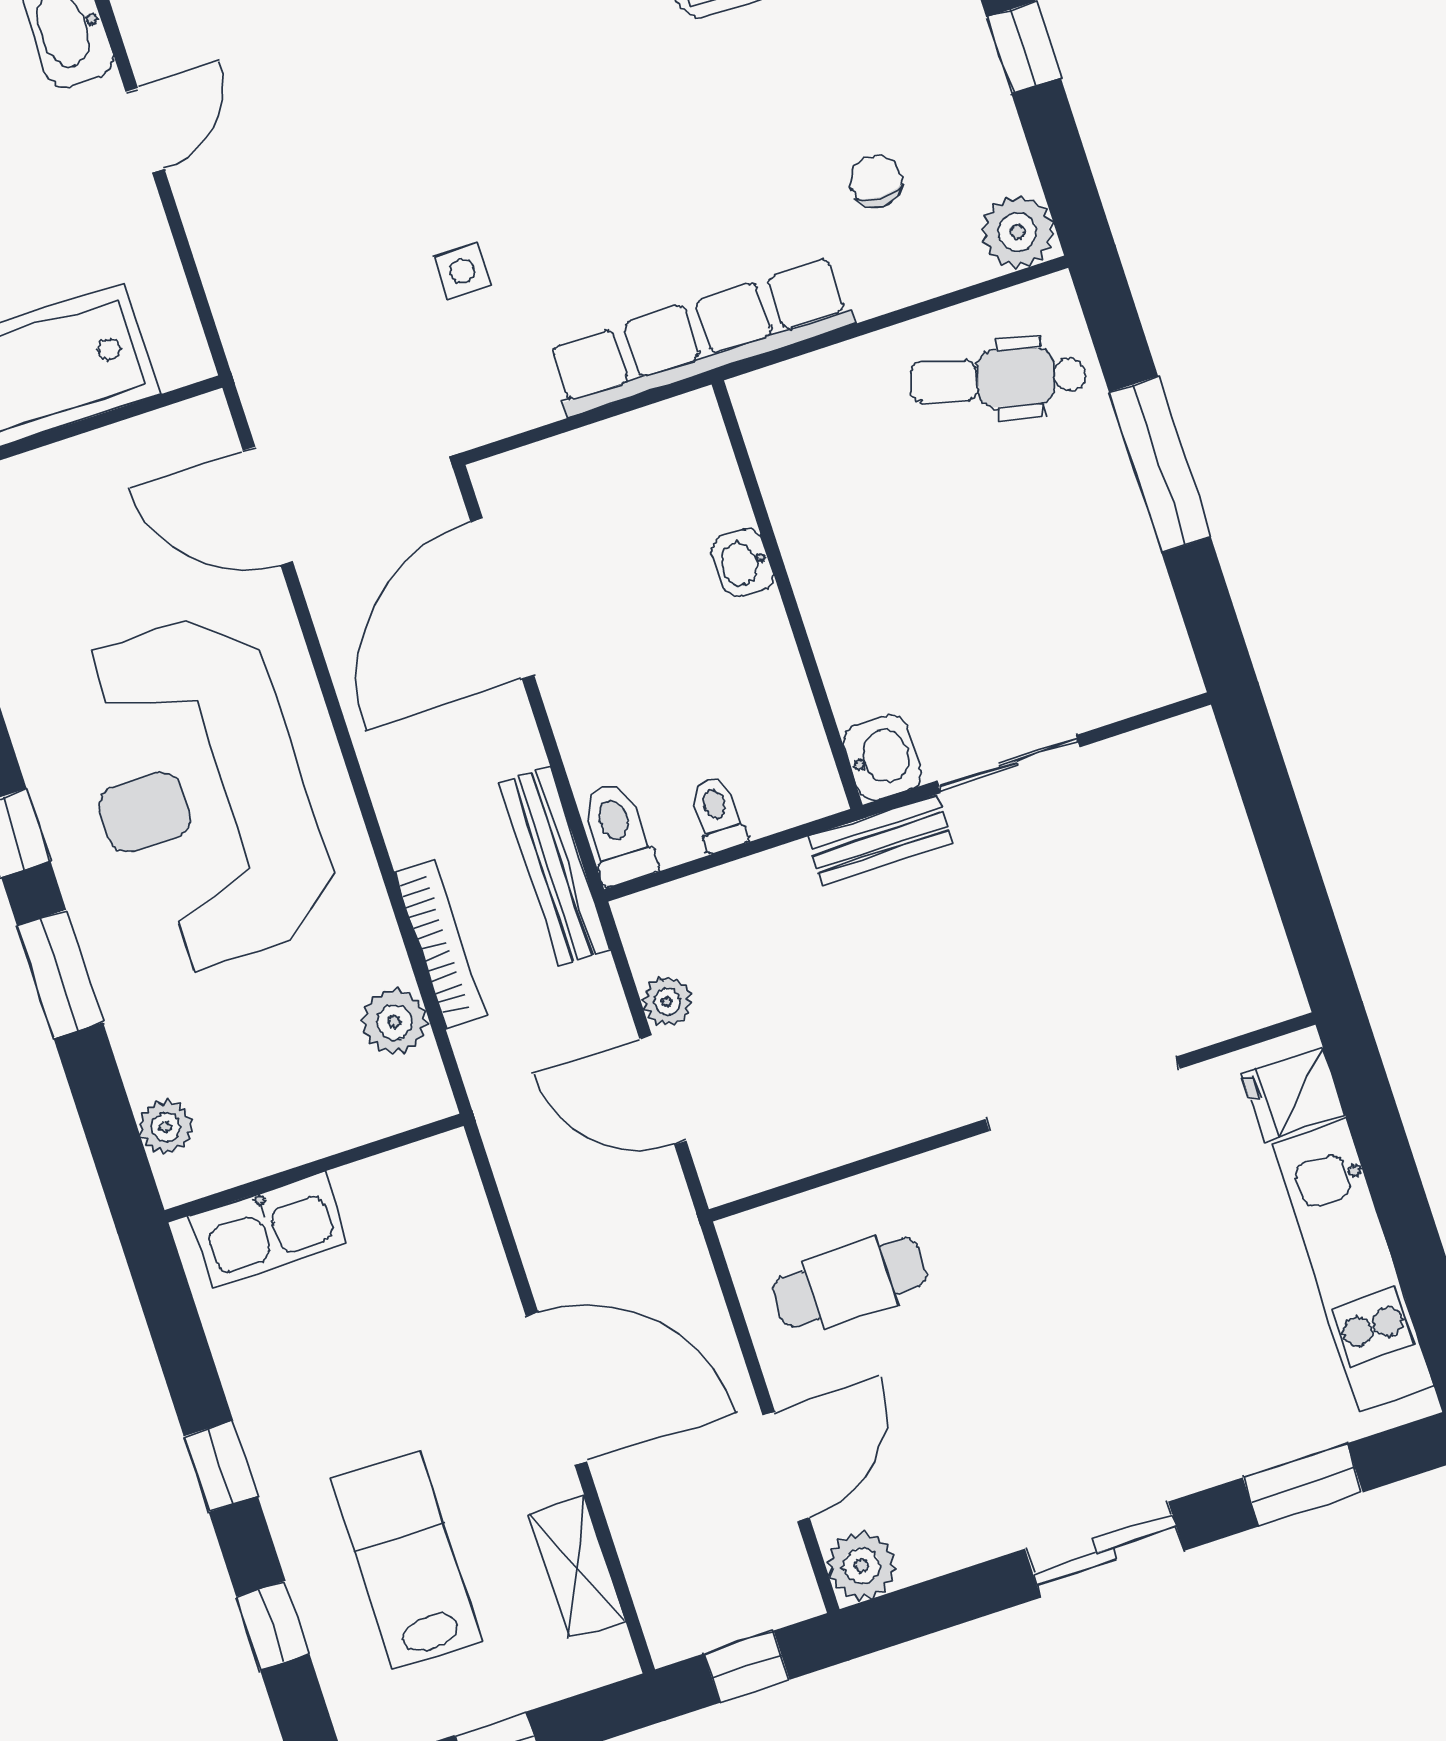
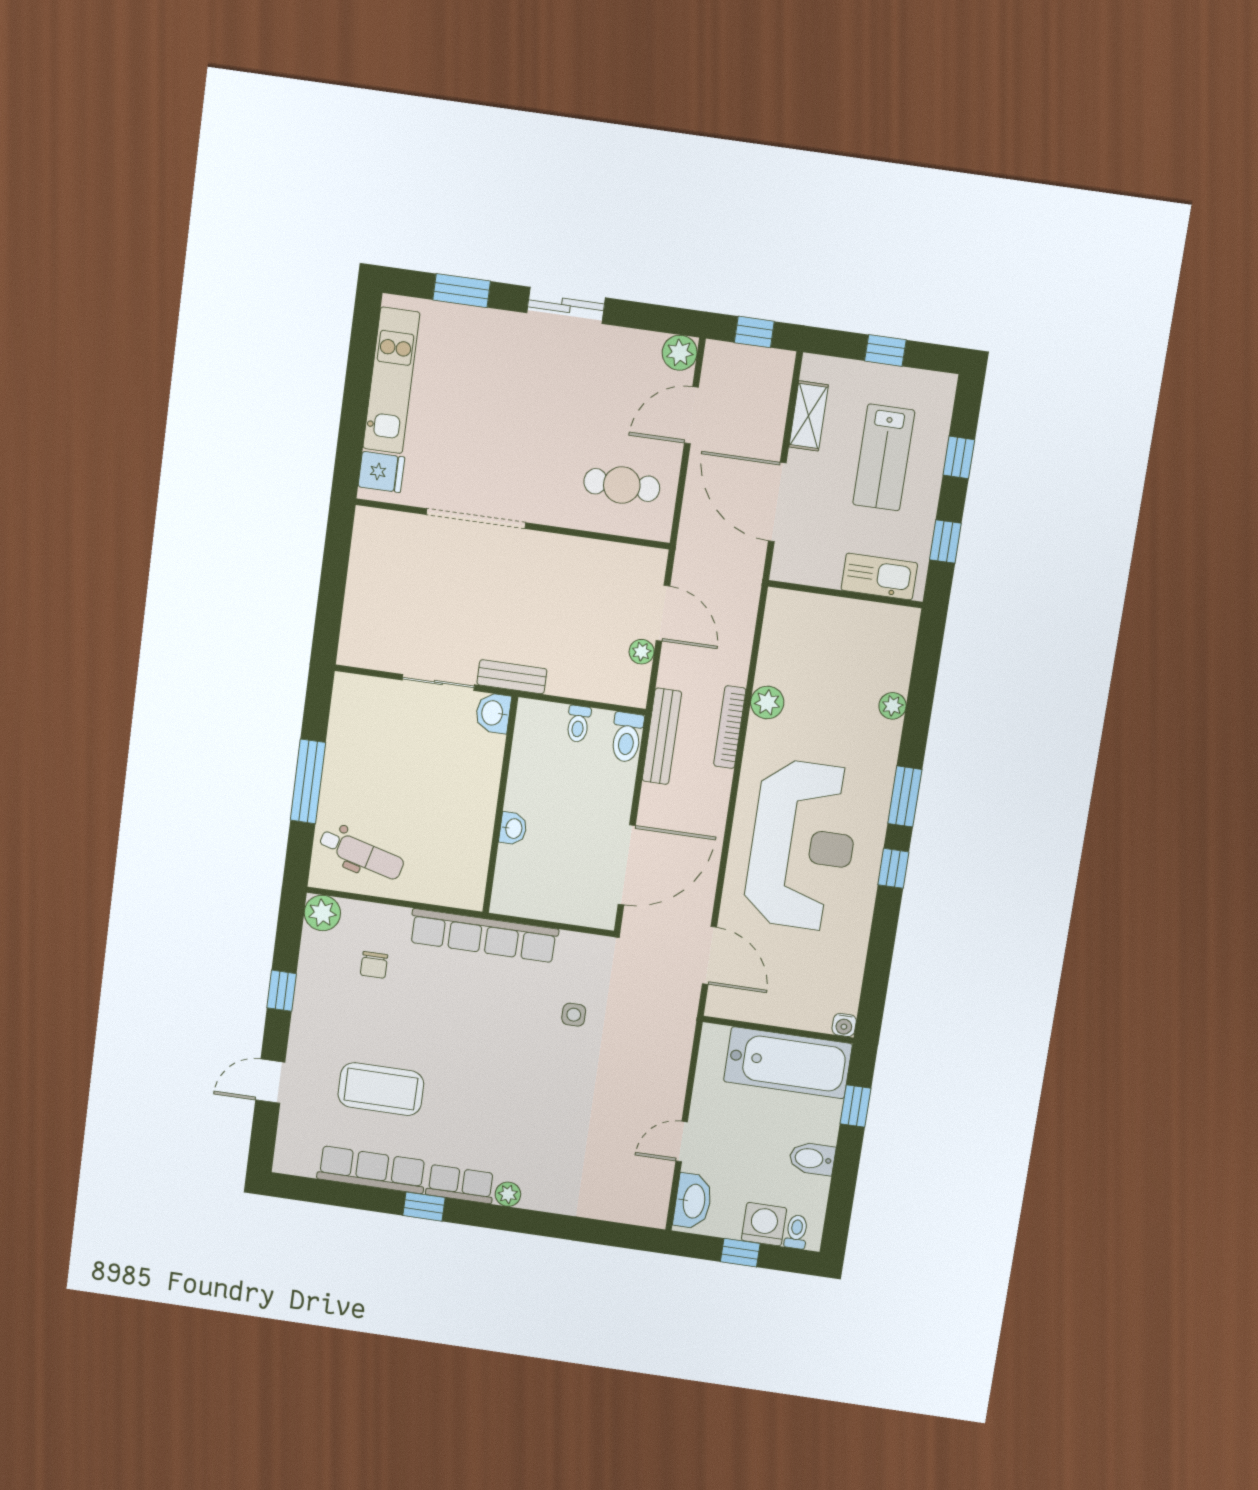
wall: (314, 1168) -> (845, 594), moved
kitchen sink: (269, 1229) -> (879, 576), moved

